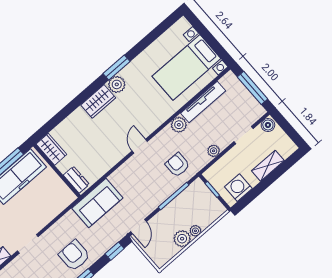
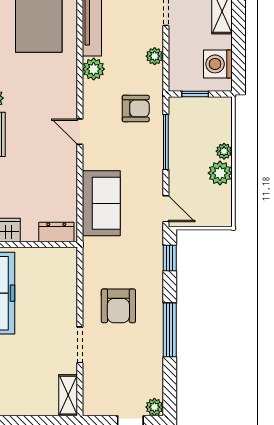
armchair: (177, 165) -> (136, 108), turned 180
sofa: (97, 203) -> (101, 203), moved
armchair: (74, 255) -> (118, 306), moved, turned -90

